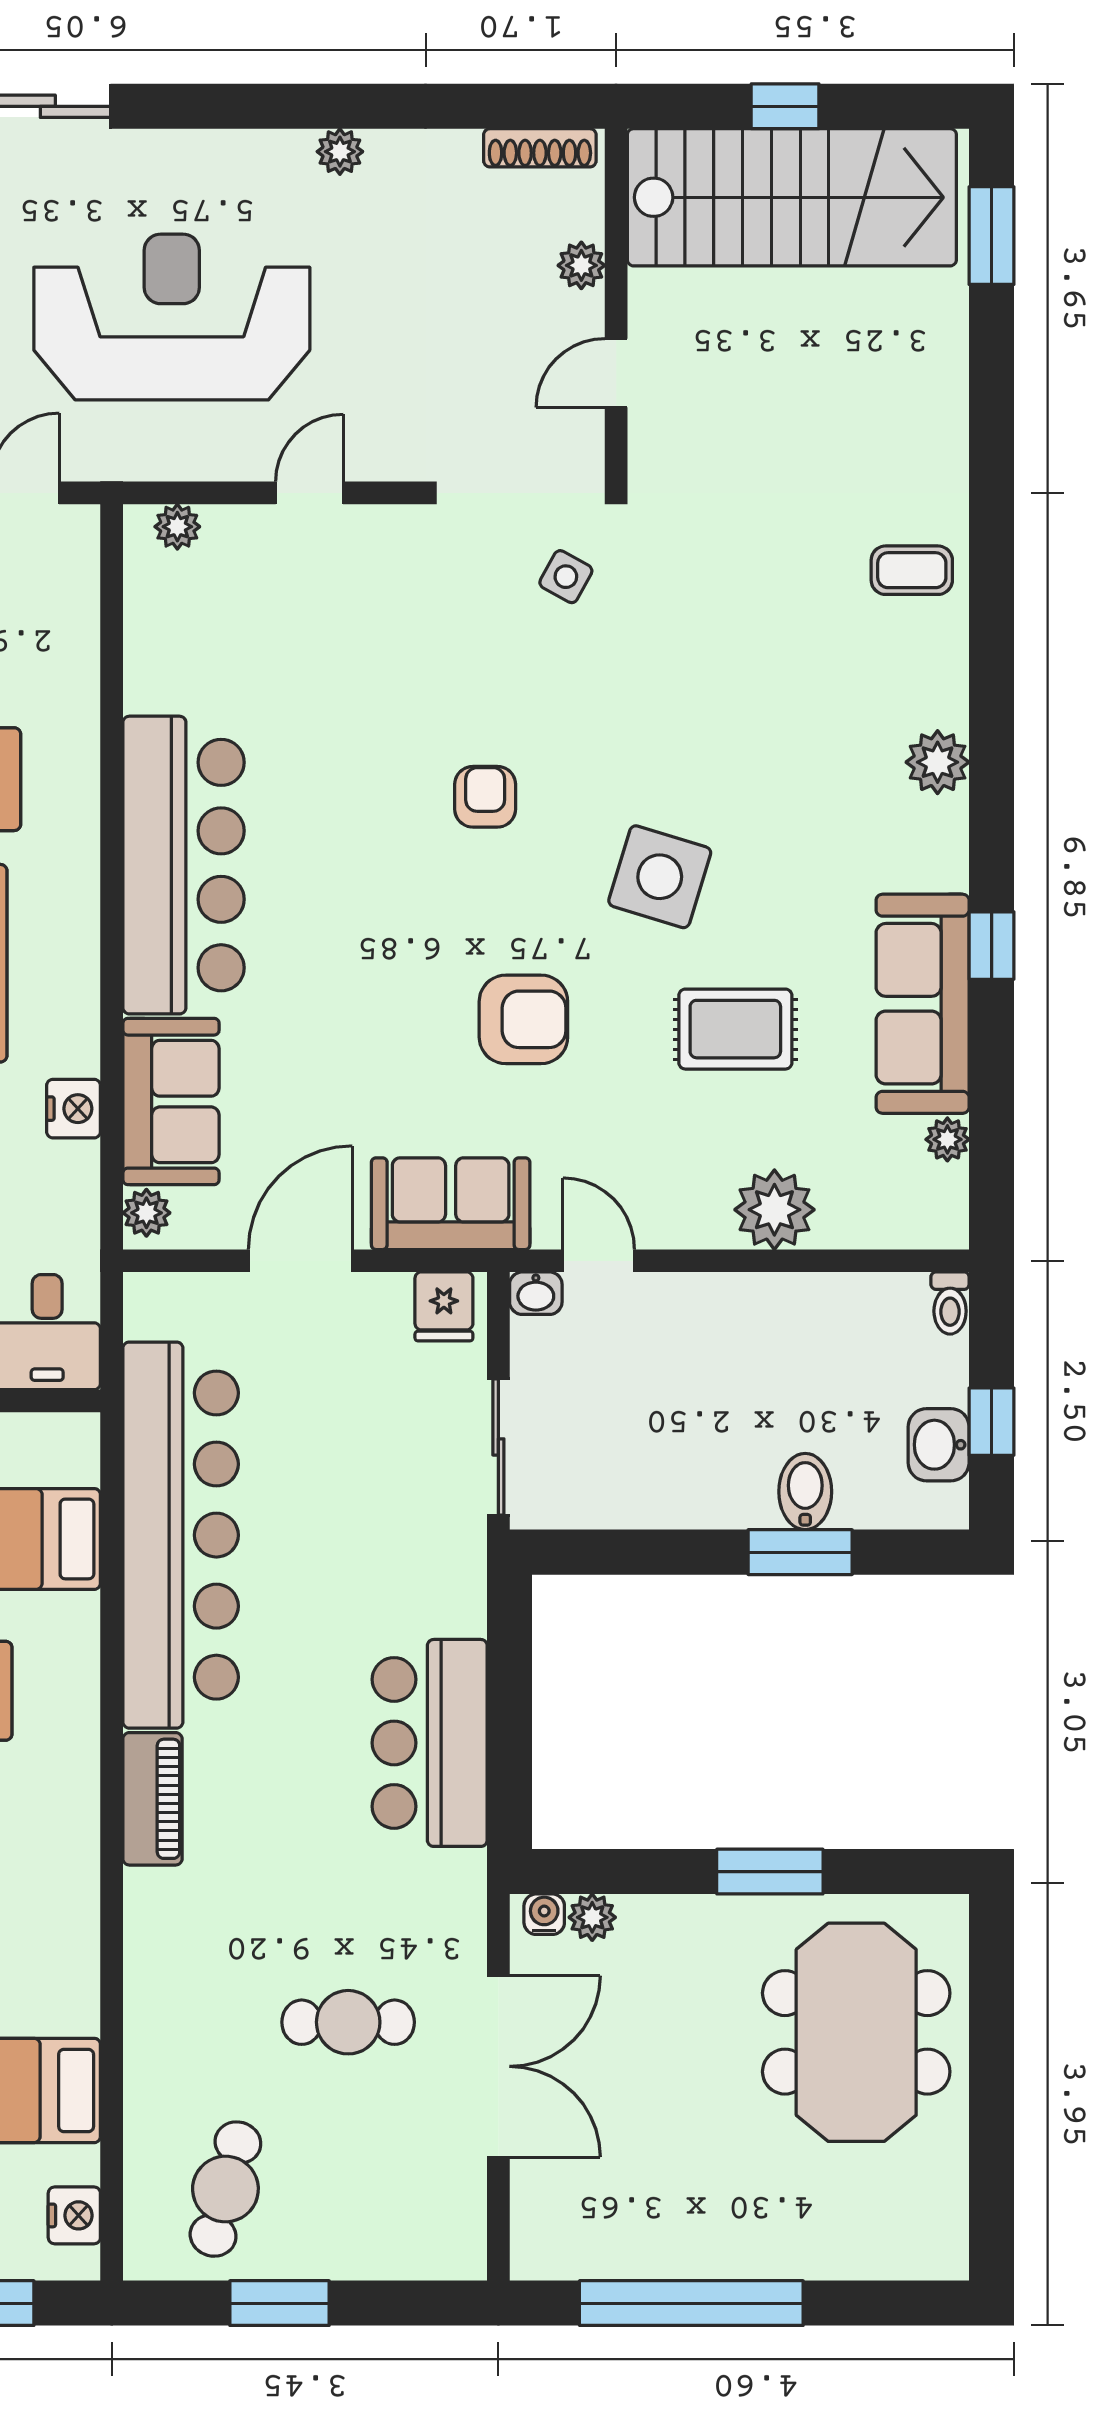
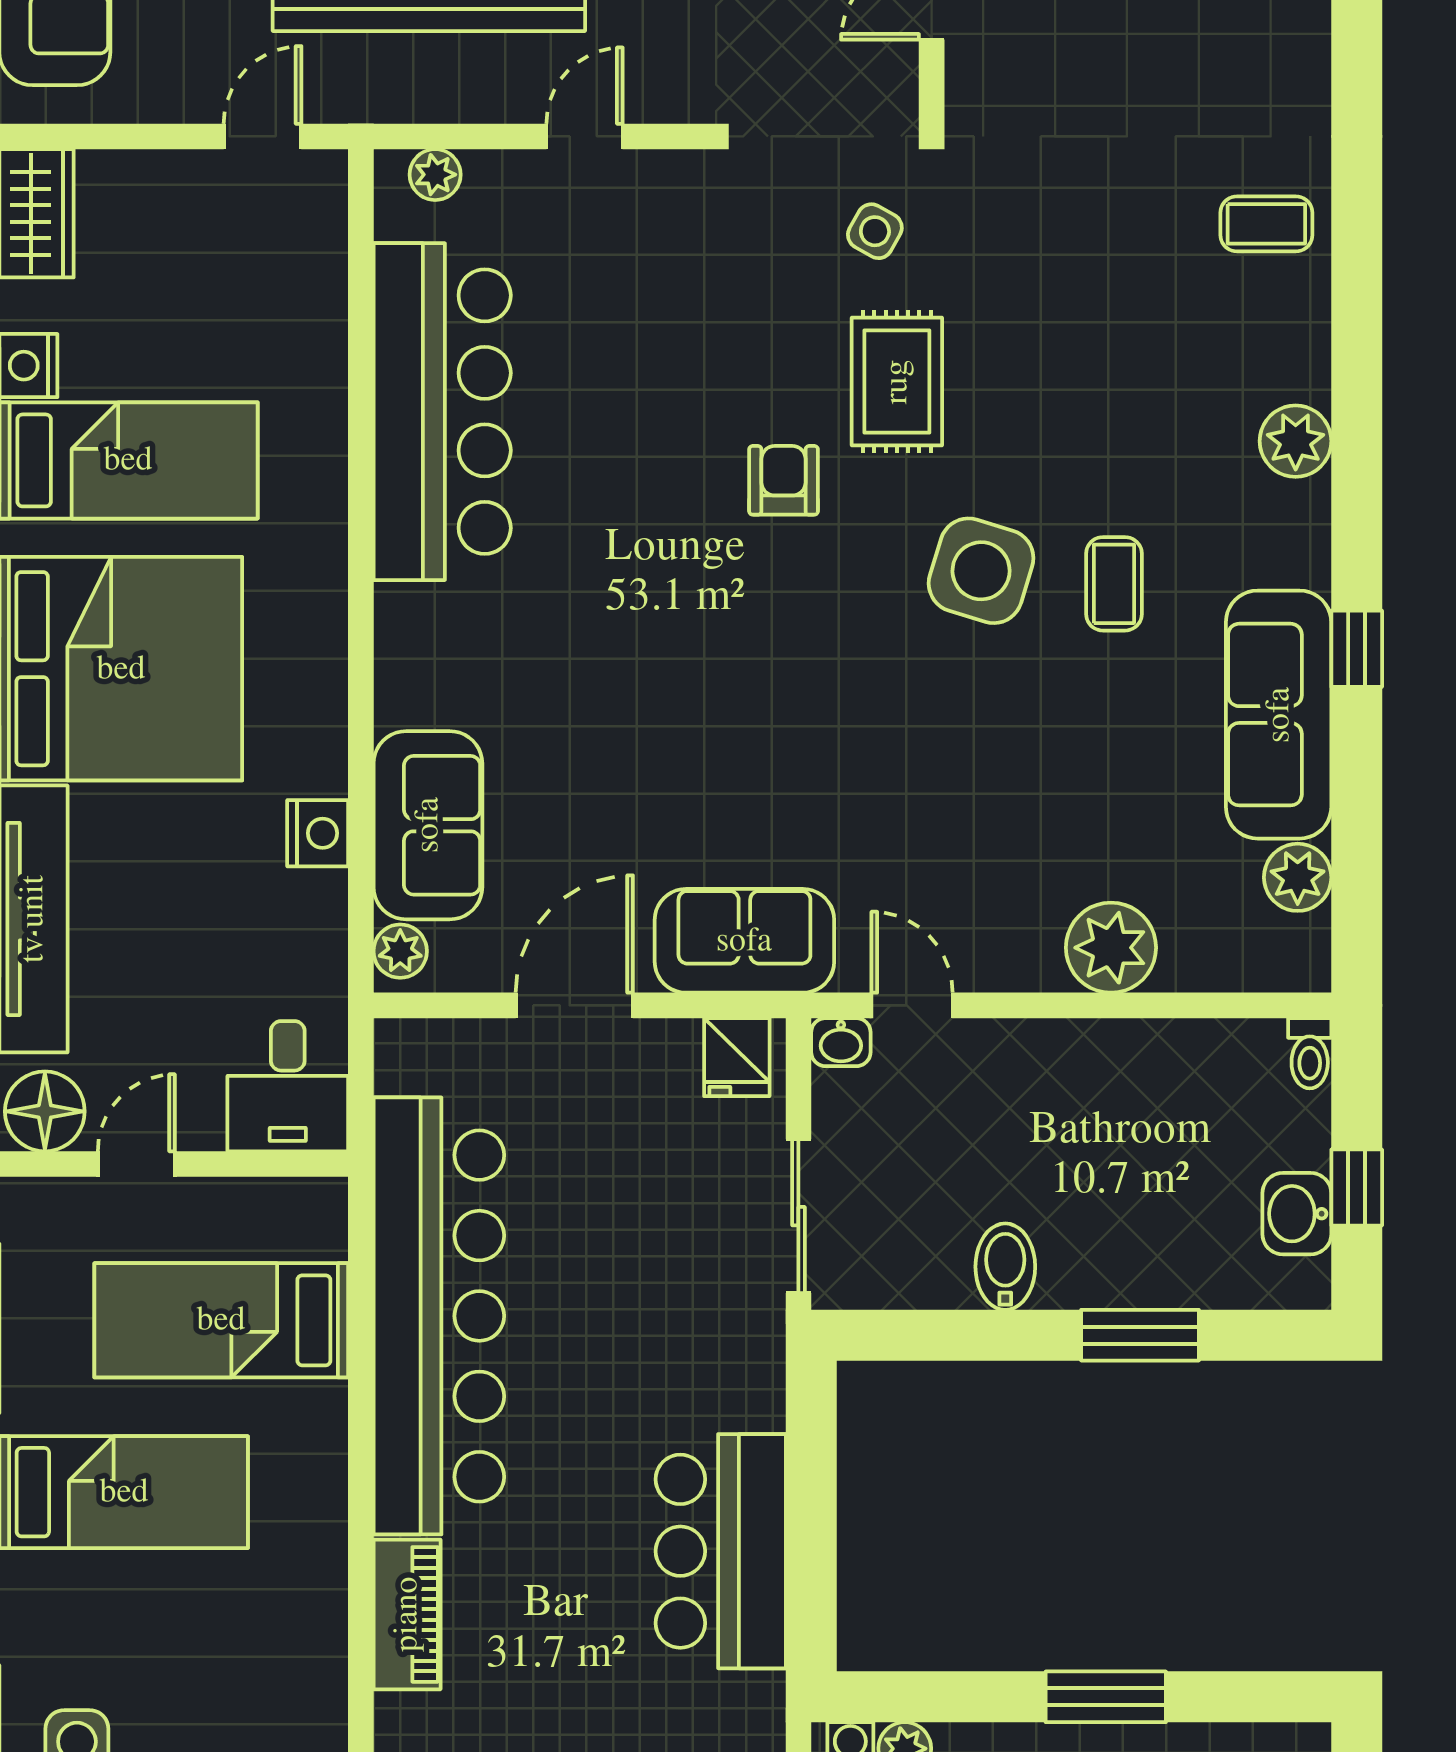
bar counter: (184, 865) -> (442, 412), moved
coffee table: (777, 888) -> (1114, 584), added
armchair: (523, 1019) -> (827, 732), removed
rug: (735, 1029) -> (897, 382), moved, turned 90
plant: (947, 1139) -> (1298, 877), width x1.38, depth x1.38
bidet: (805, 1492) -> (1005, 1267), moved

